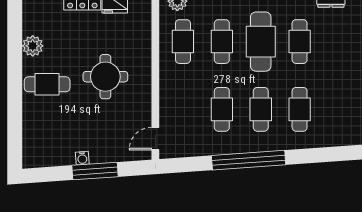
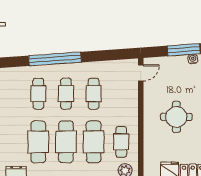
cafe table: (222, 42) -> (94, 142), width x1.37, depth x1.35
cafe table: (300, 42) -> (38, 142), width x1.37, depth x1.35
window: (249, 160) -> (55, 59), moved

